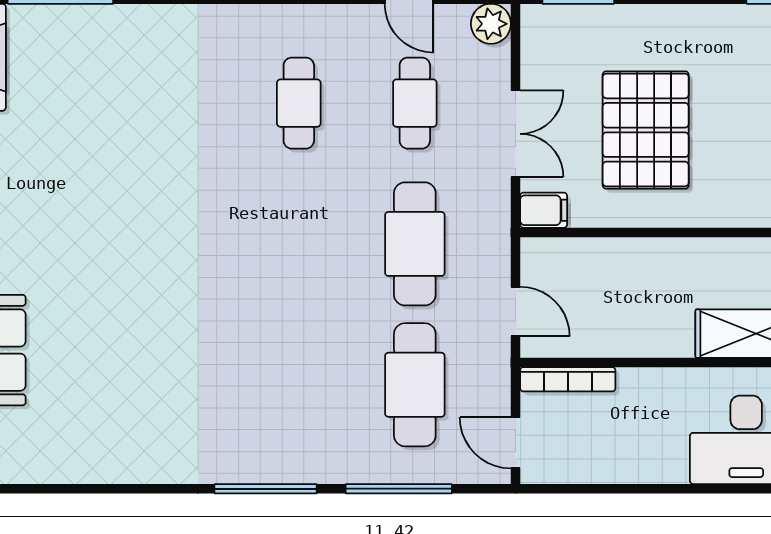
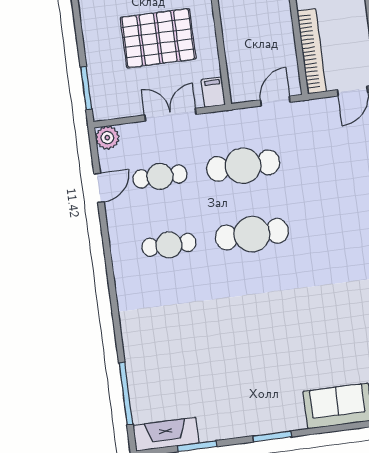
bookcase: (568, 379) -> (312, 51), width x1.48, depth x1.31
cafe table: (415, 385) -> (252, 234), moved

